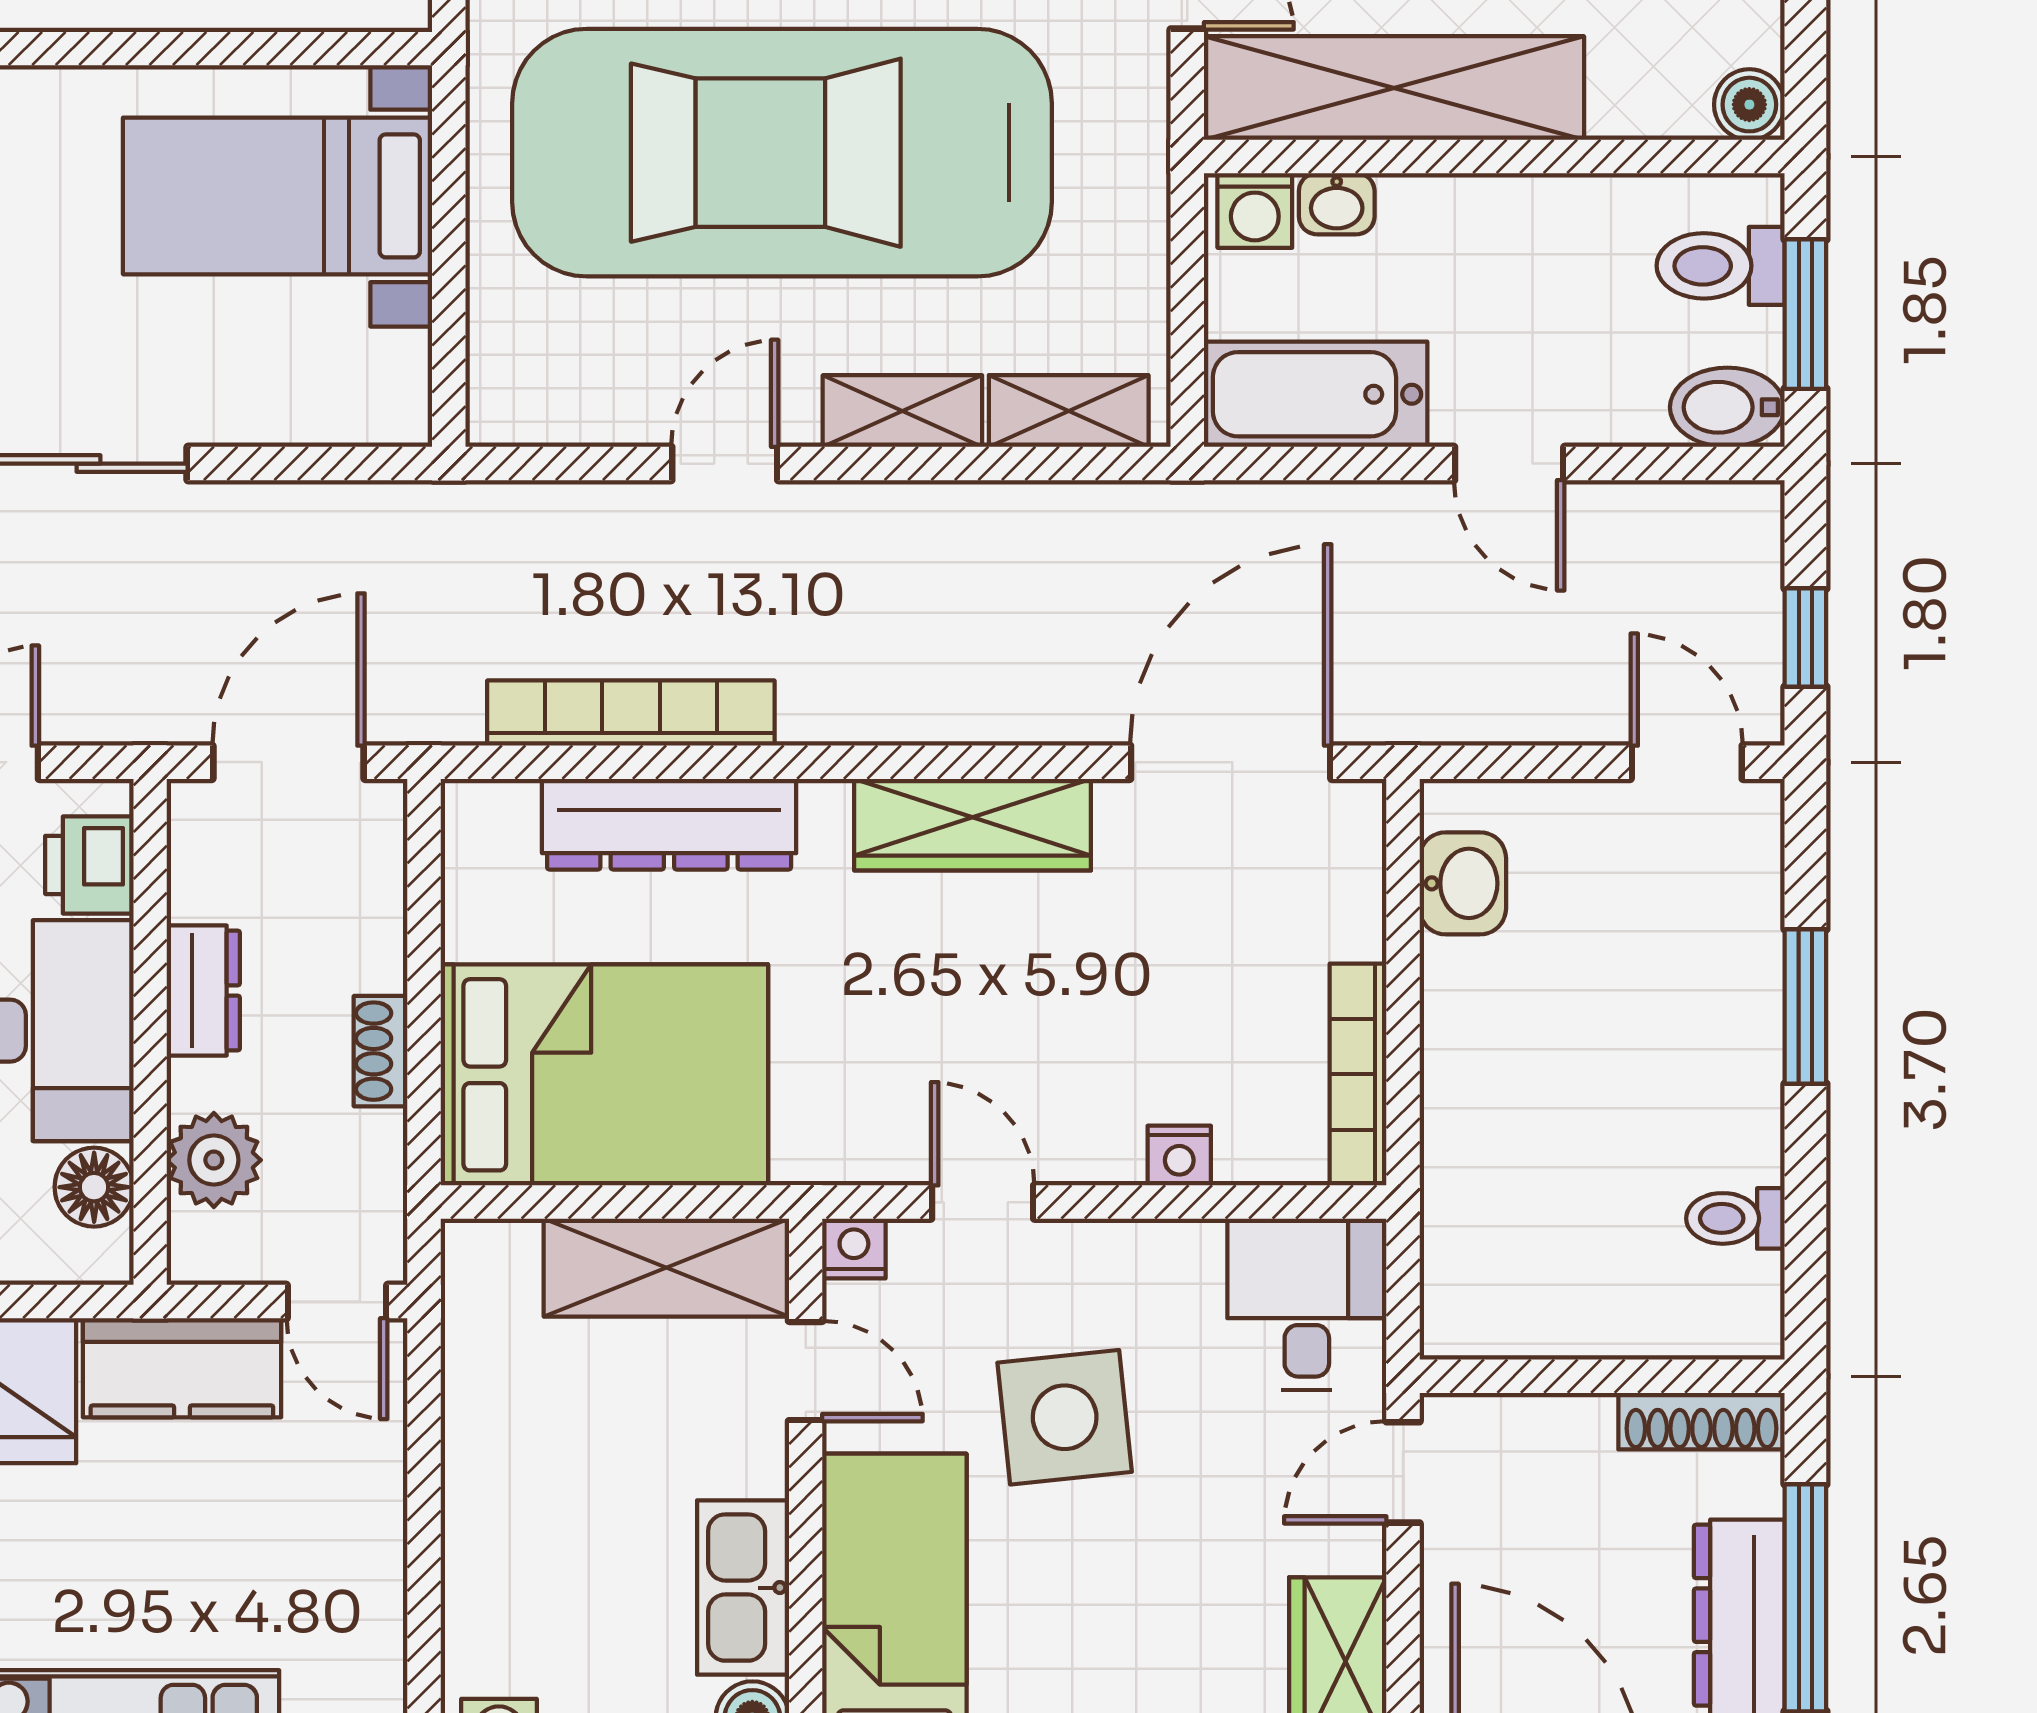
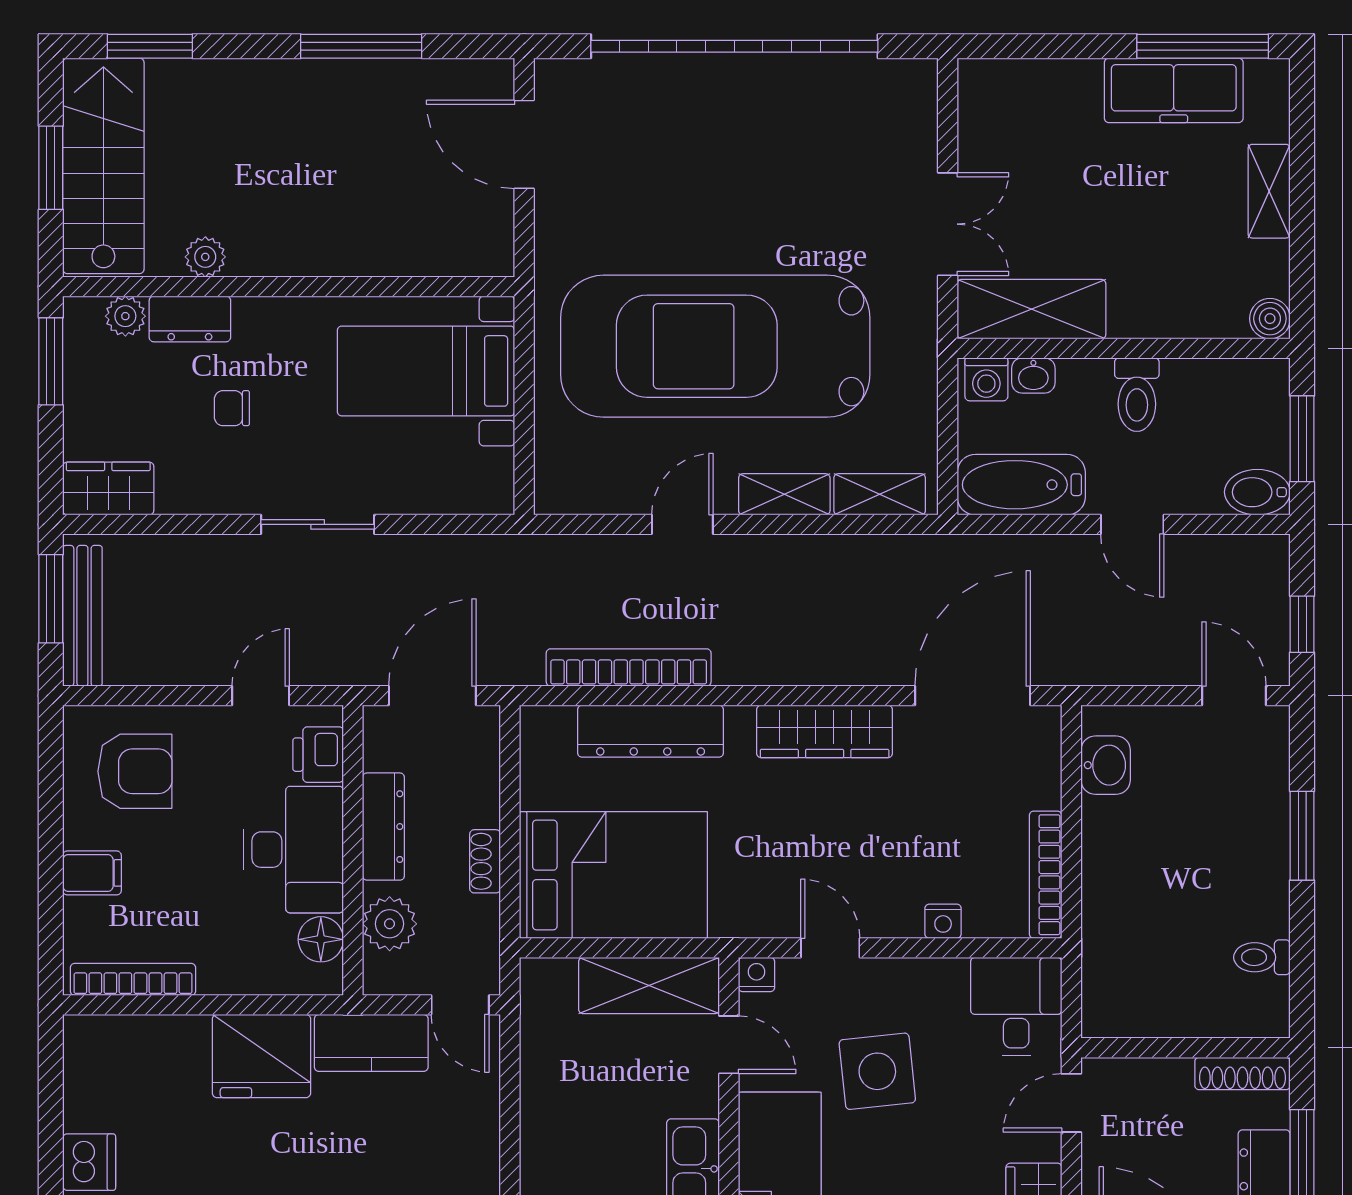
shelving: (1394, 88) -> (1031, 309), width x0.68
toilet: (1721, 266) -> (1137, 395), moved, turned -90
dresser: (203, 991) -> (383, 827), width x1.44

